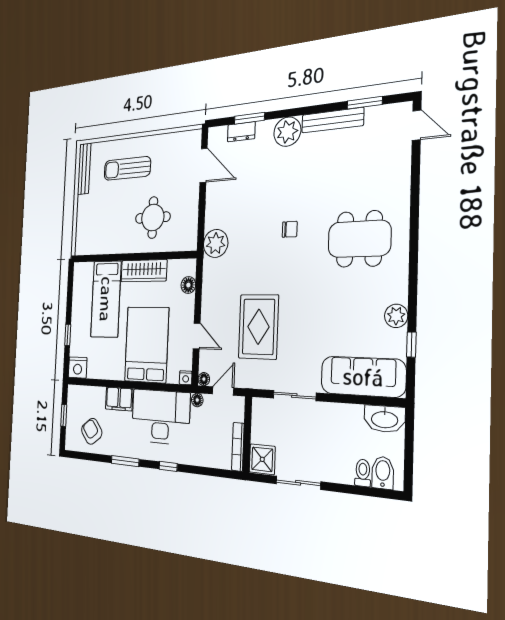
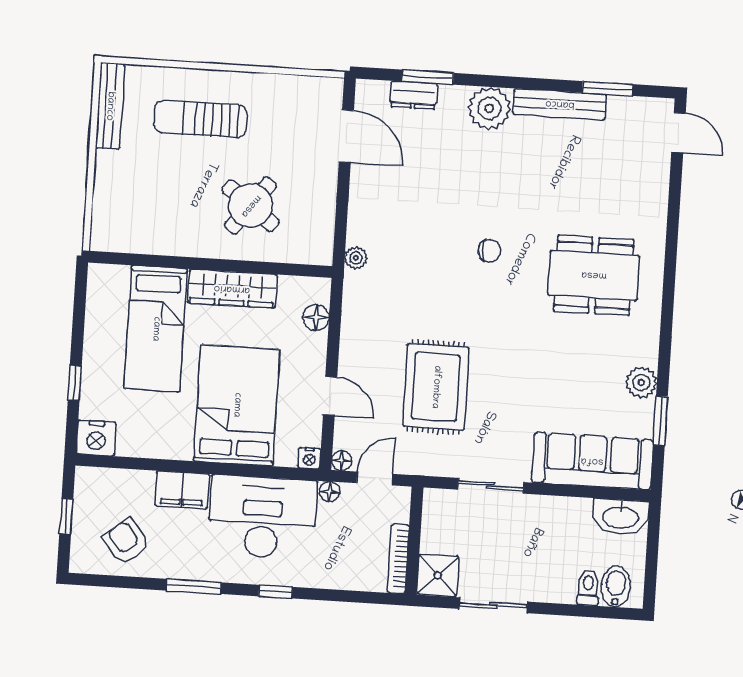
round table: (153, 218) -> (251, 206), turned 37
plant: (216, 243) -> (356, 258), width x0.53, depth x0.53
window: (411, 345) -> (660, 421), width x1.50

